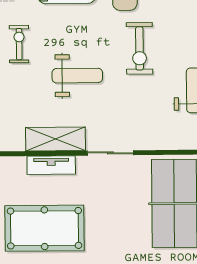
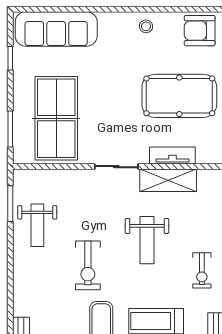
exercise bike: (139, 48) -> (88, 265), turned 180
weight bench: (77, 76) -> (147, 240), turned -90

